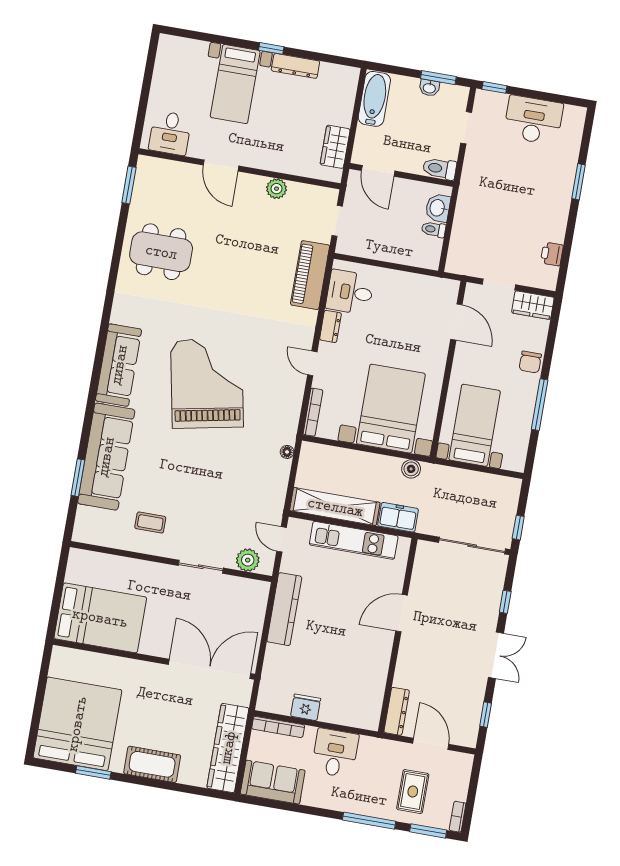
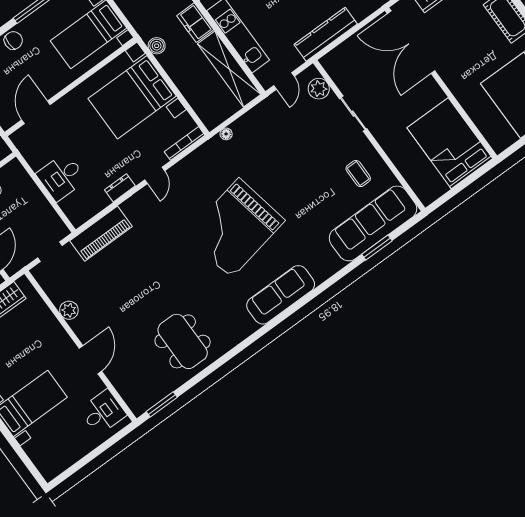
desk: (350, 292) -> (61, 177), moved, turned 90
sofa: (106, 457) -> (373, 223), moved

